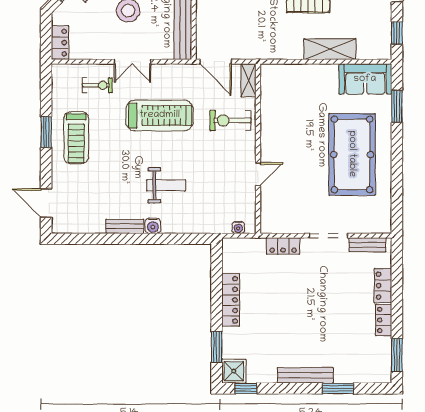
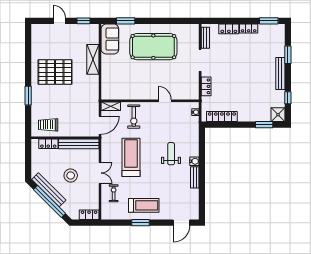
locker: (231, 300) -> (222, 117), moved
window: (246, 388) -> (288, 98), moved

